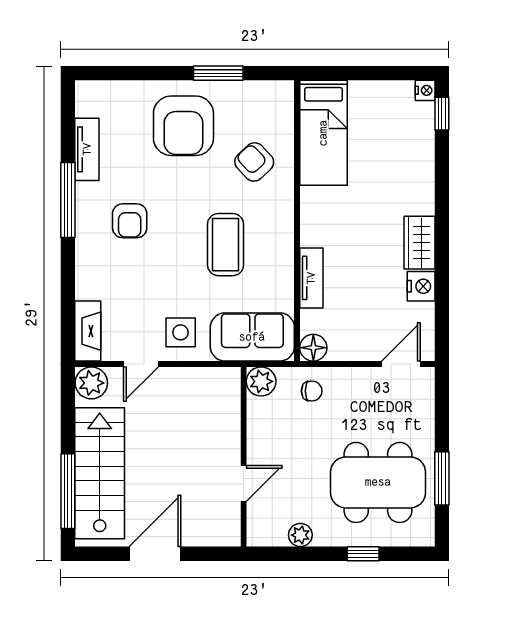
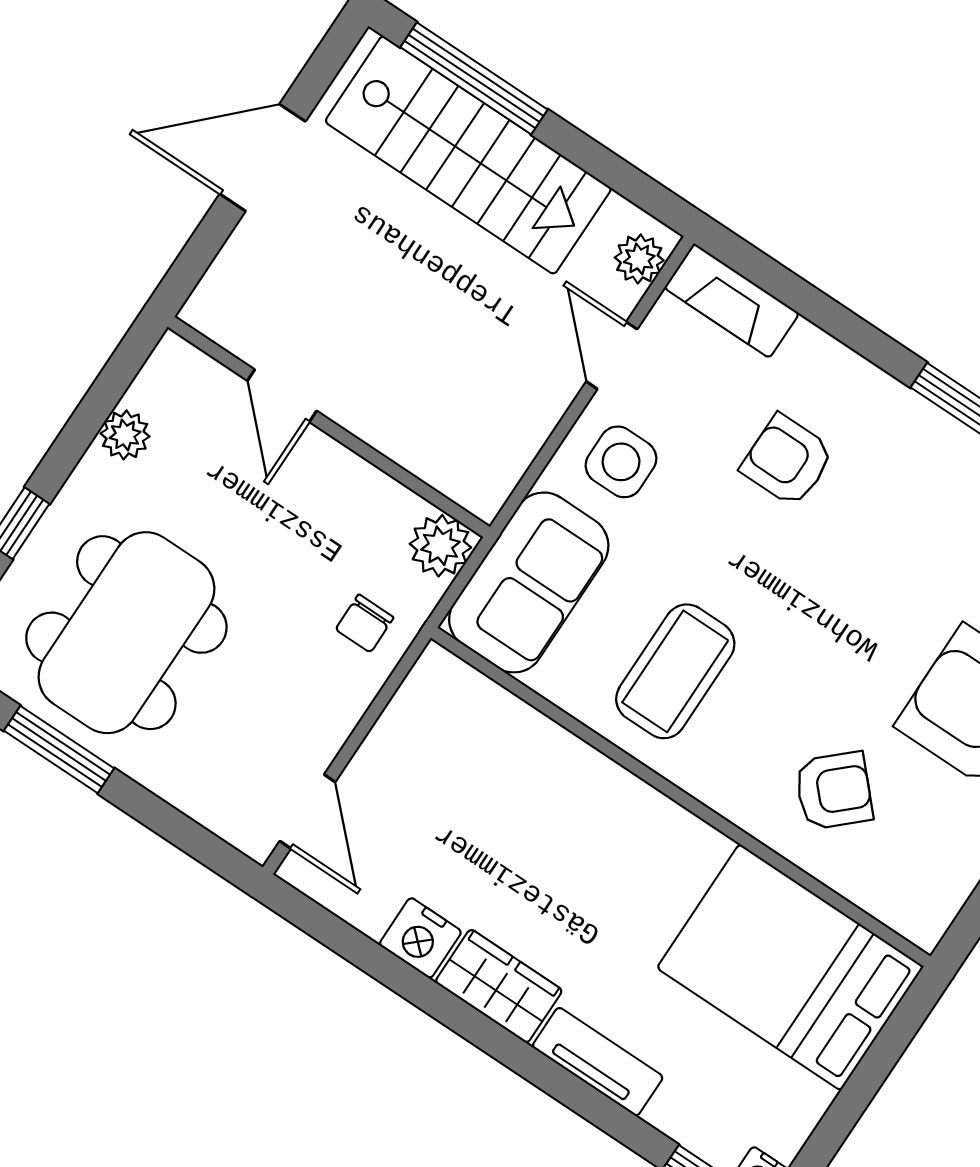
bed: (323, 133) -> (790, 967), width x1.50
armchair: (130, 221) -> (787, 460), moved
coffee table: (226, 245) -> (675, 671), moved, turned 90
tv unit: (311, 278) -> (598, 1062), moved, turned 180
floor lamp: (313, 348) -> (439, 677), removed
plant: (91, 383) -> (639, 259), width x0.73, depth x0.73
door: (155, 554) -> (263, 158), swing flipped

